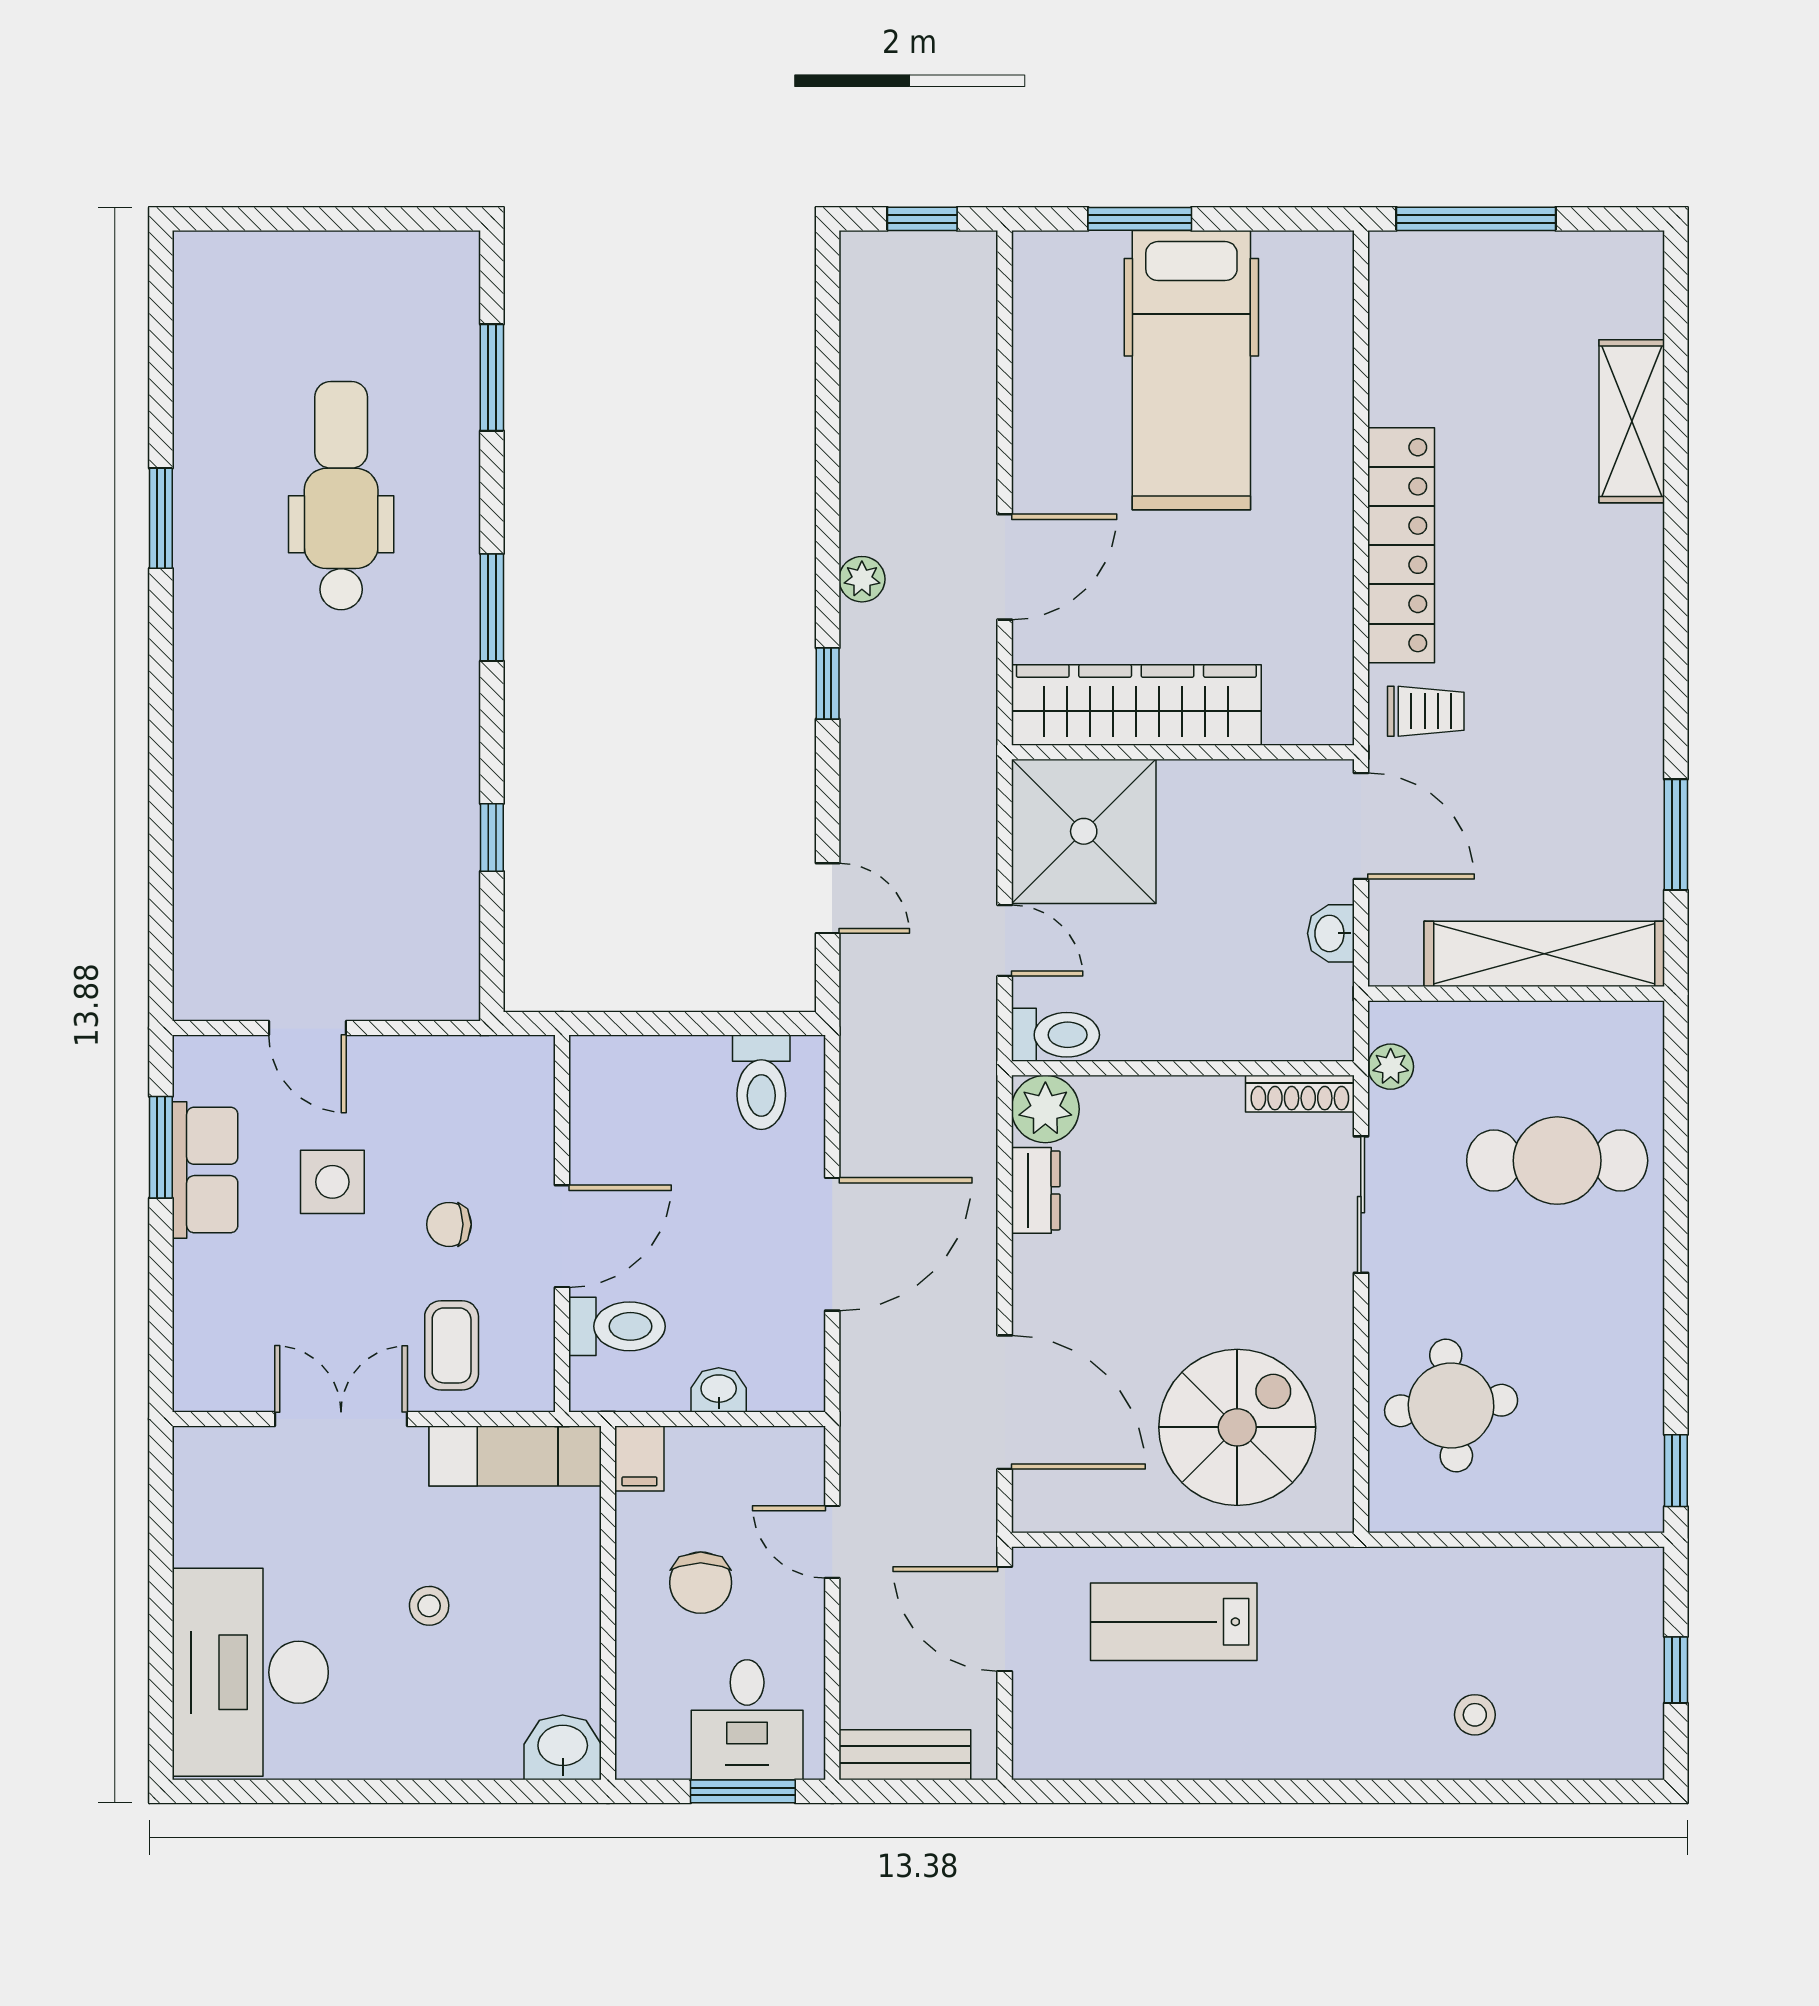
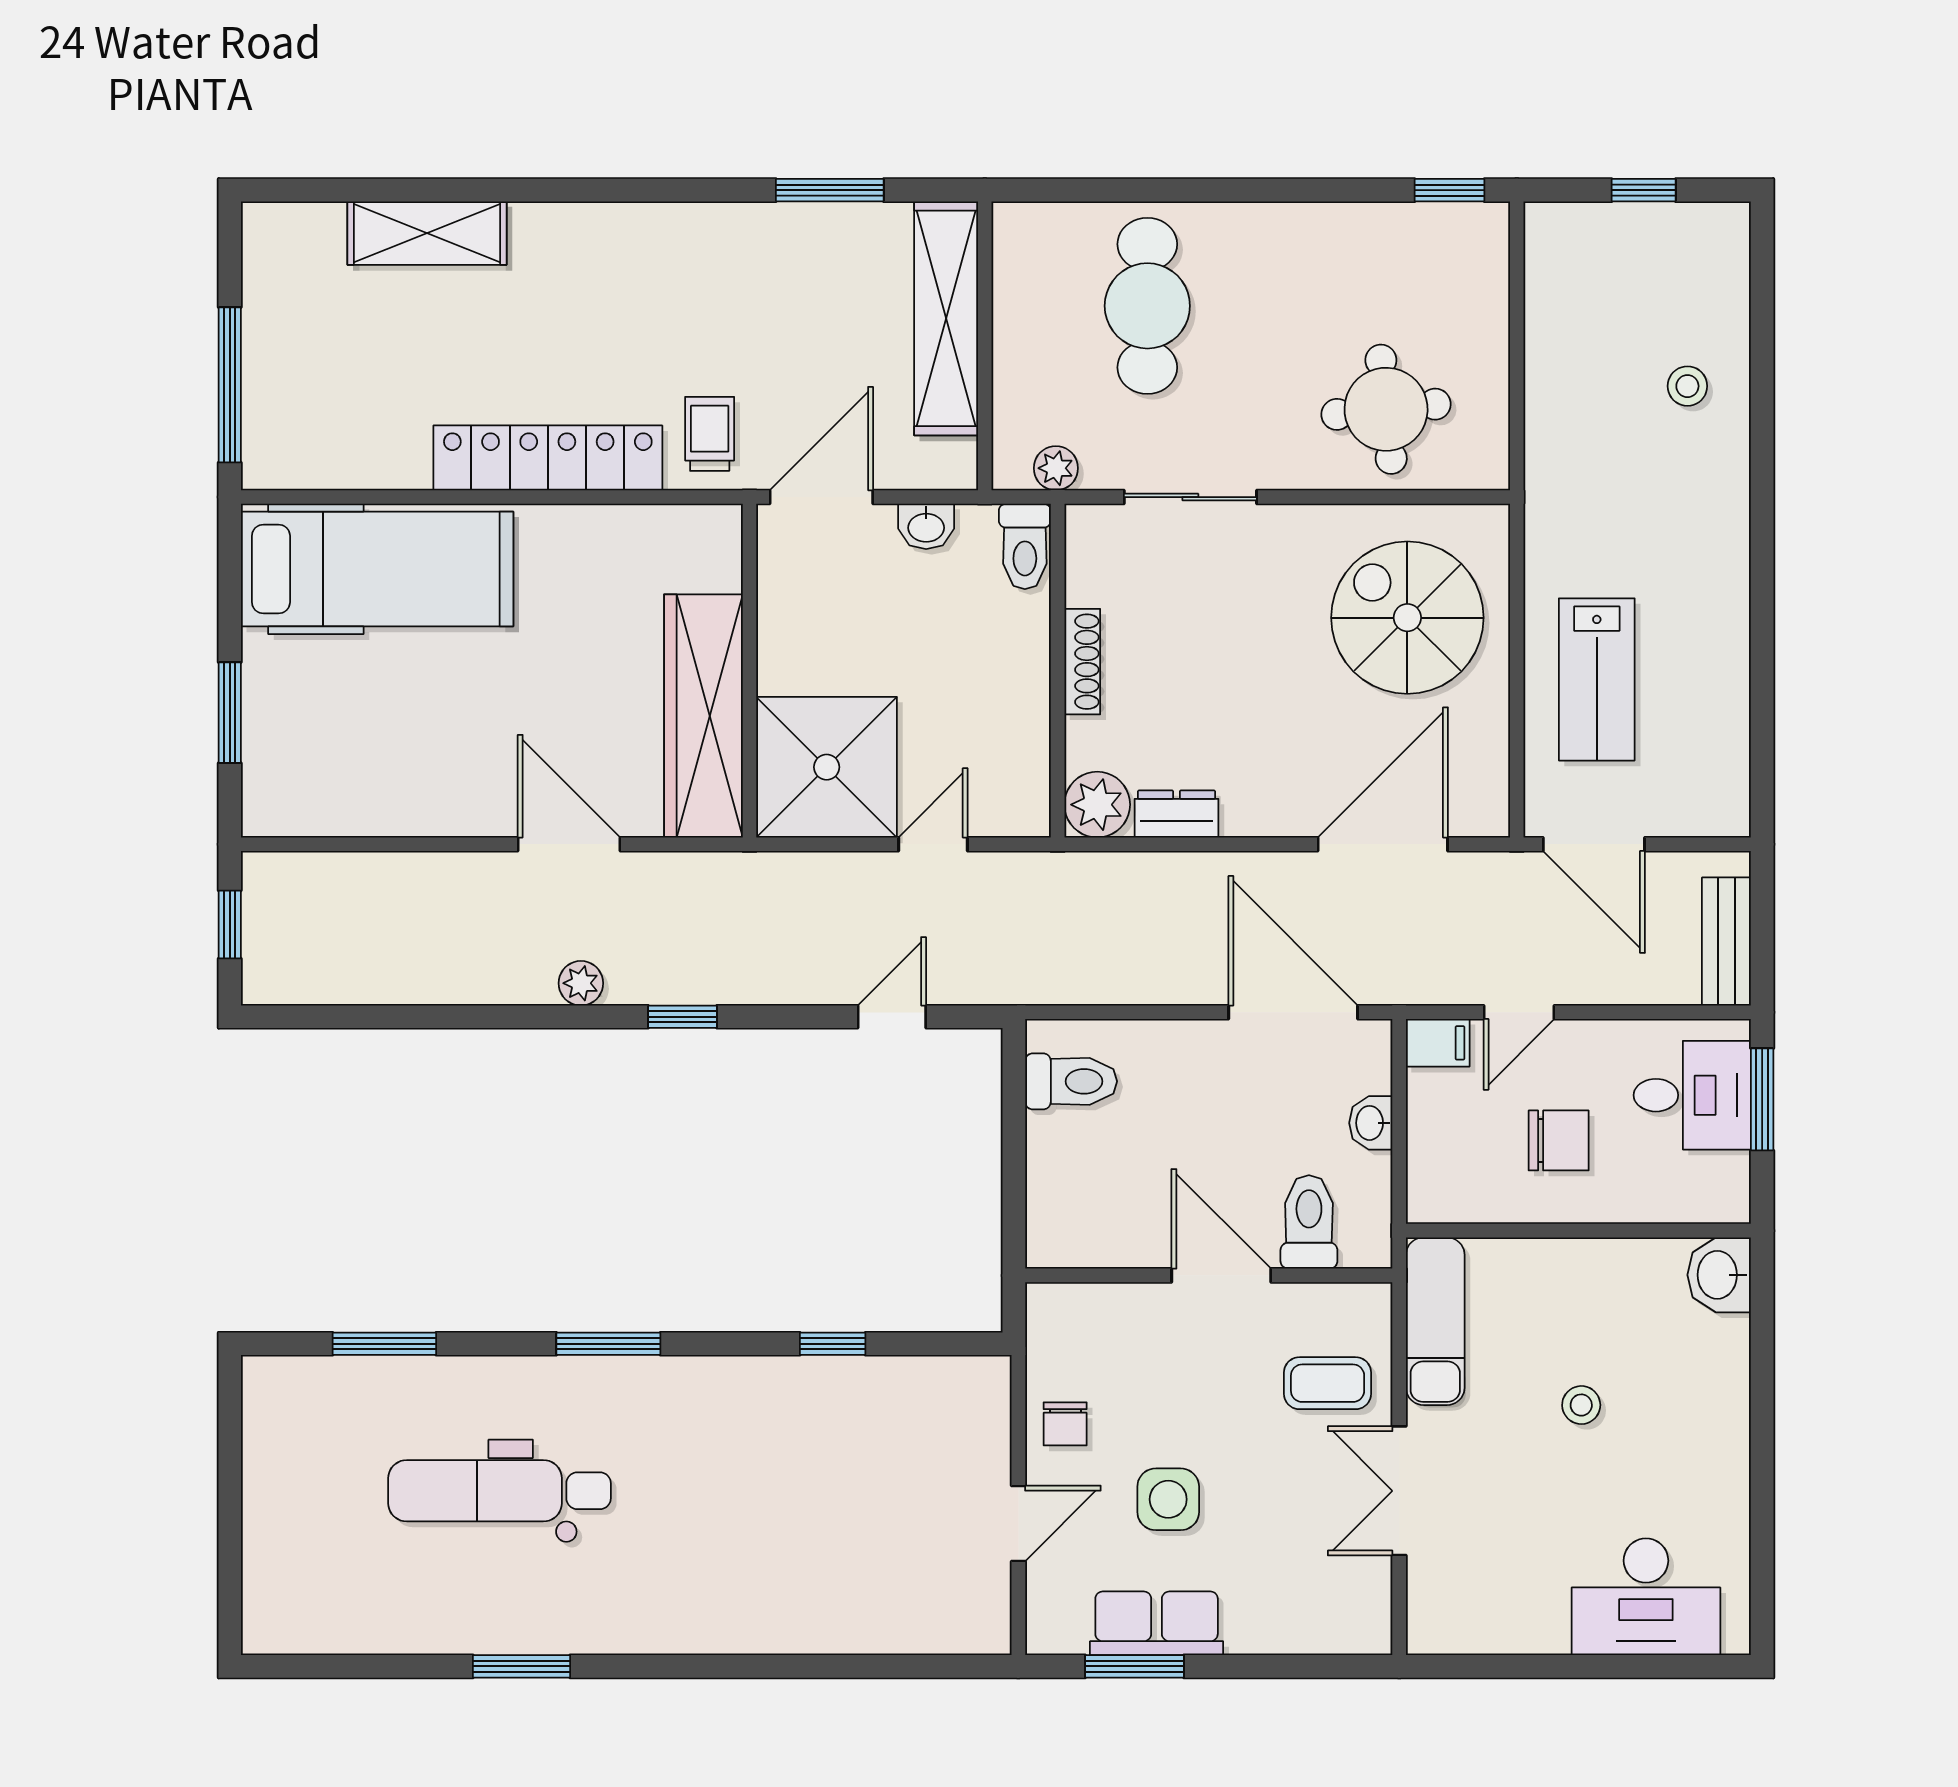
hospital bed: (1191, 370) -> (377, 569), moved
toilet: (1055, 1035) -> (1025, 546), moved, turned 180
shoe rack: (1300, 1094) -> (1082, 662), moved
chair: (449, 1224) -> (1065, 1424), moved
door: (832, 1244) -> (1293, 1012), moved
filing cabinet: (639, 1459) -> (1438, 1043), moved
door: (1005, 1619) -> (1594, 844), hinge flipped
desk: (250, 1672) -> (1646, 1597), width x0.73, depth x0.77

